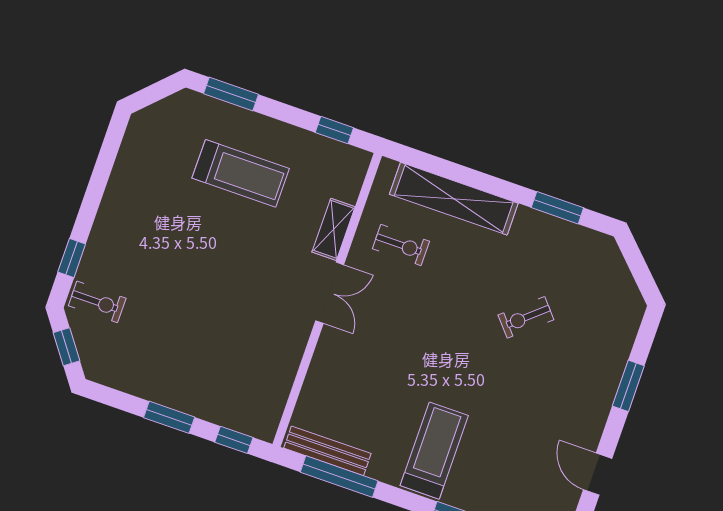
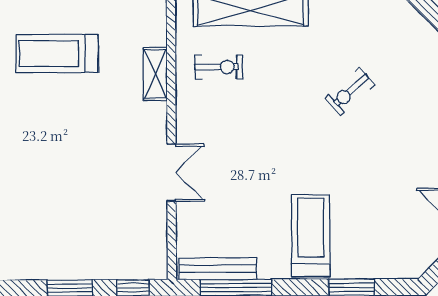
treadmill: (241, 173) -> (57, 54), turned 180
double door: (330, 293) -> (172, 173), moved

